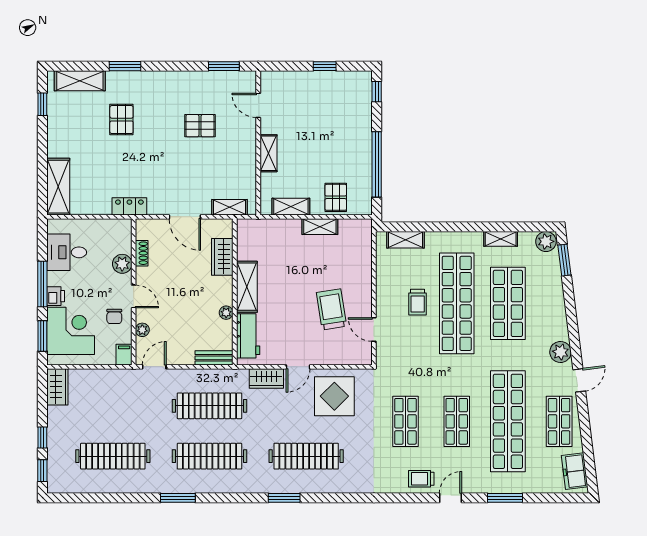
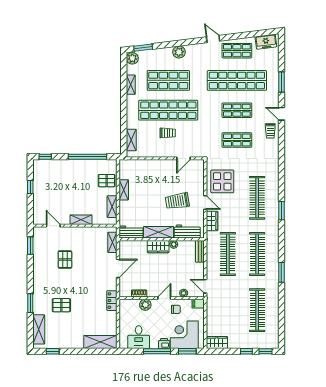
door: (258, 105) -> (53, 226), swing flipped
workbench: (247, 239) -> (131, 232), added
wardrobe: (222, 257) -> (158, 247), moved
trolley: (331, 309) -> (177, 201), moved
plant: (560, 352) -> (179, 52), moved

